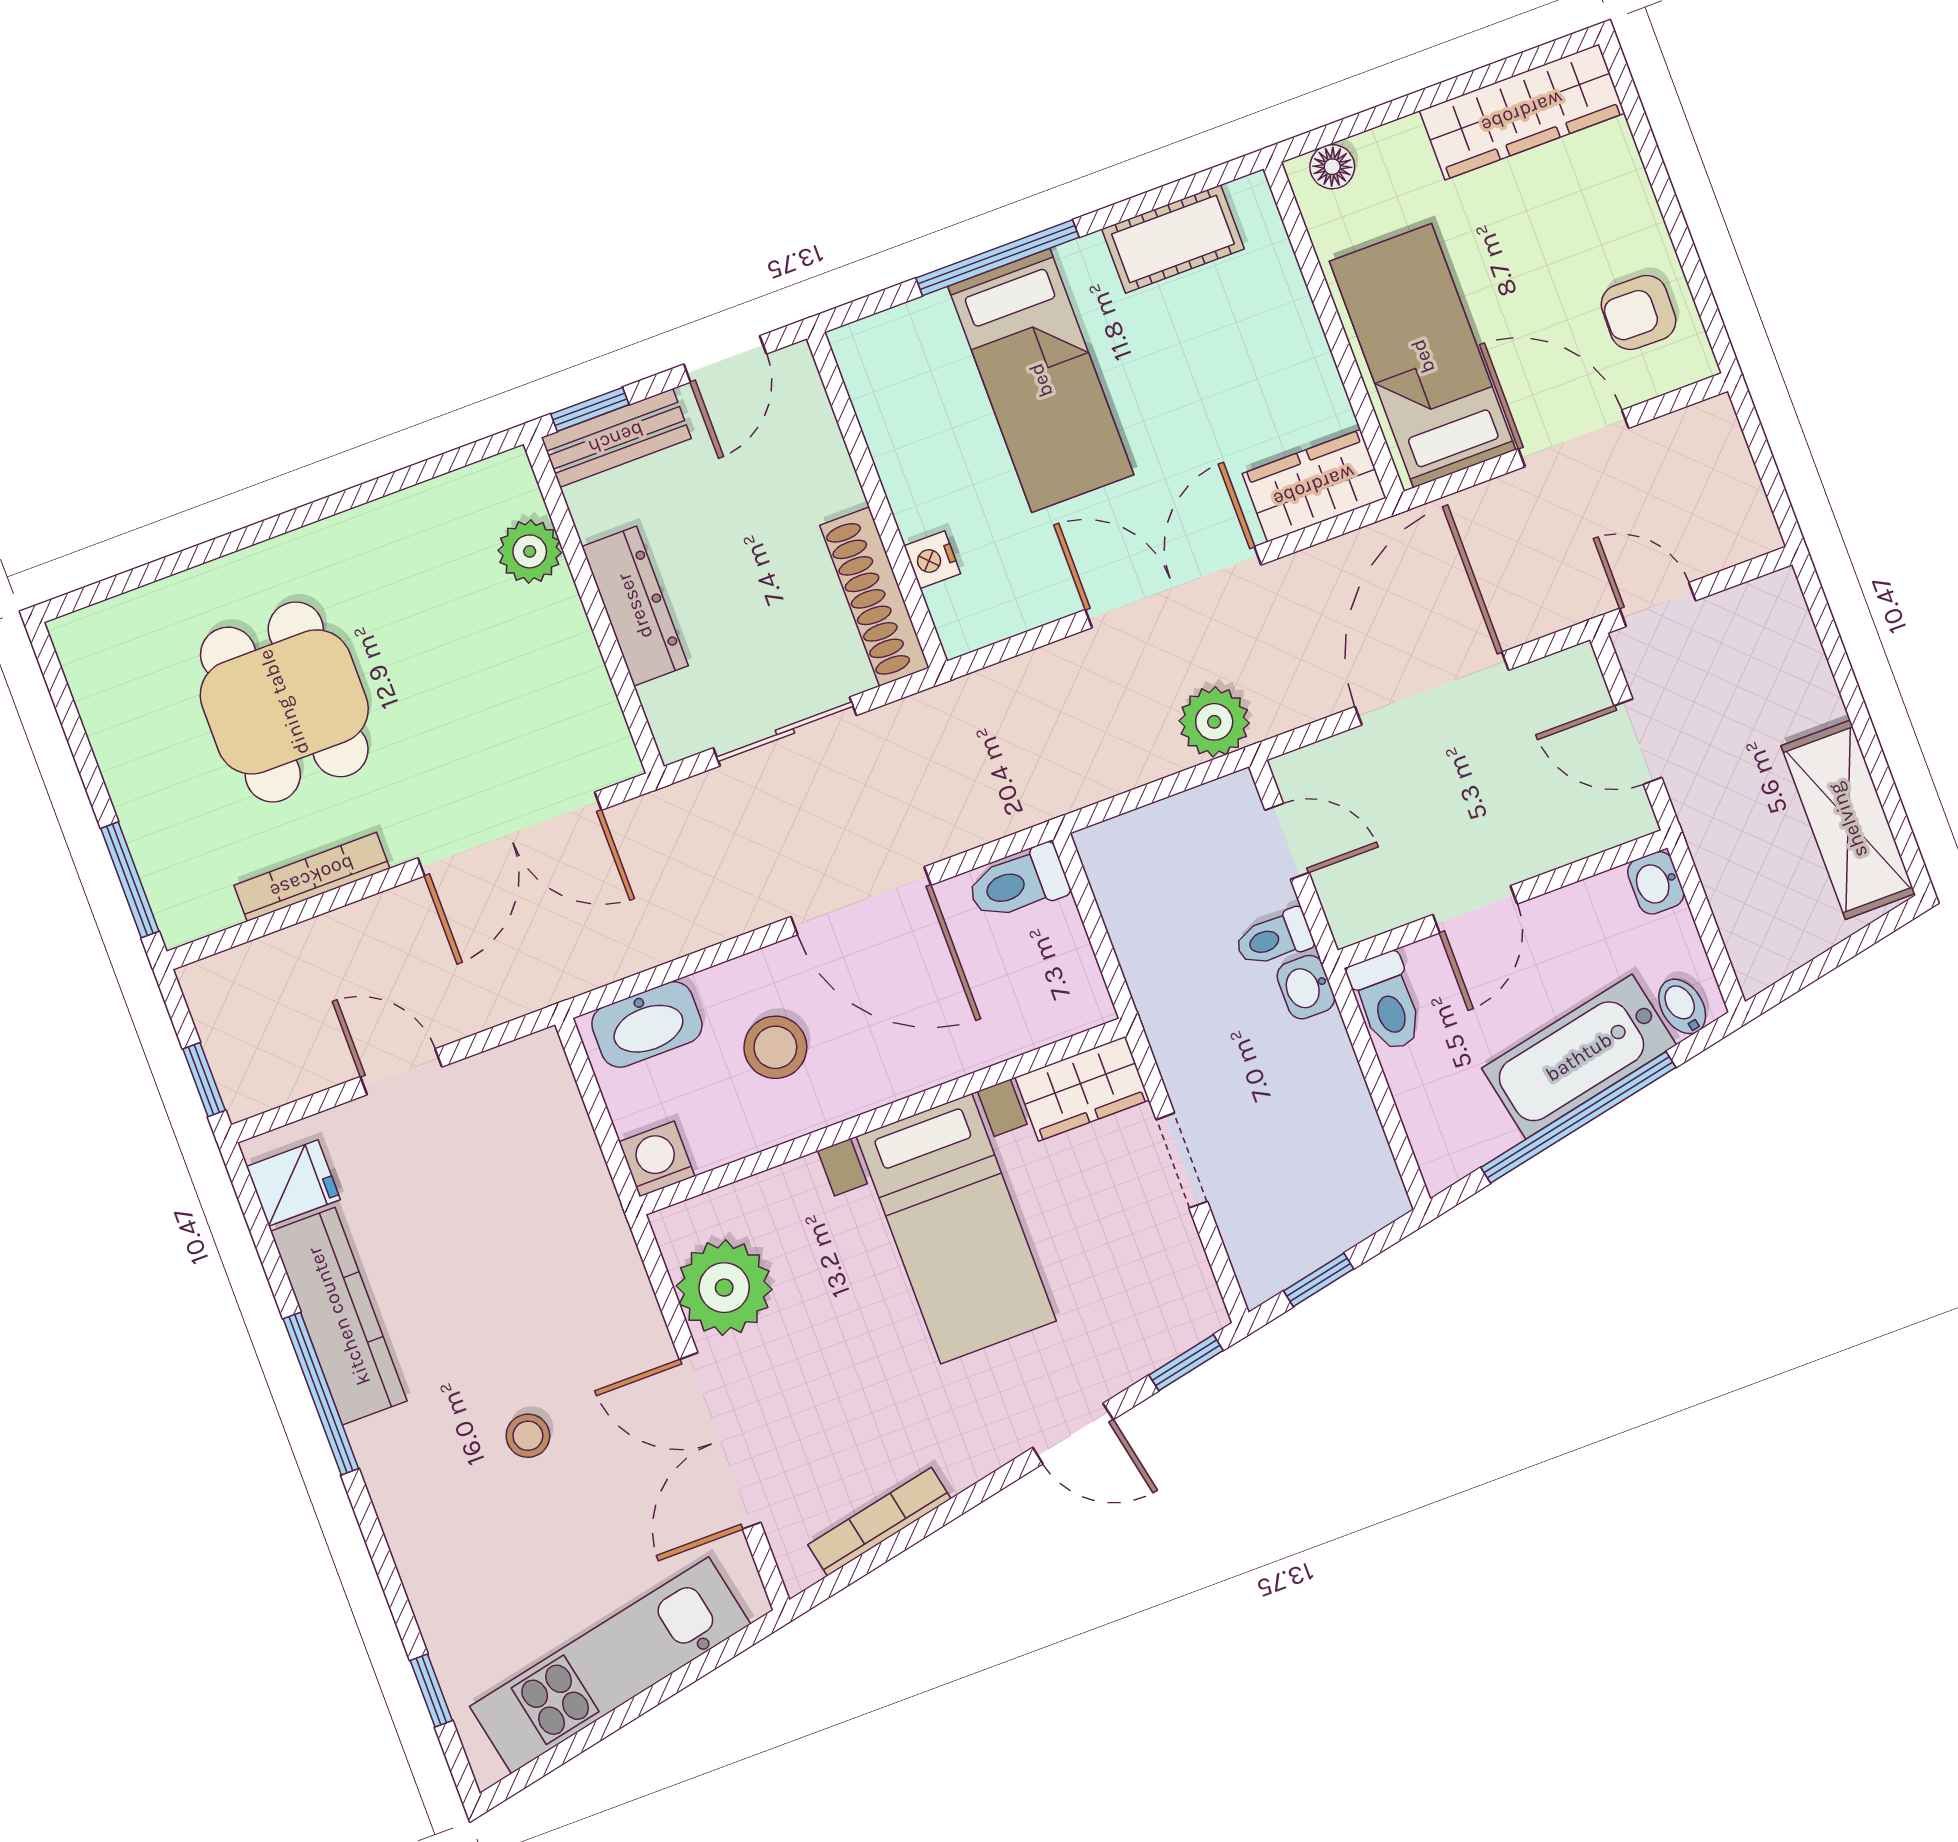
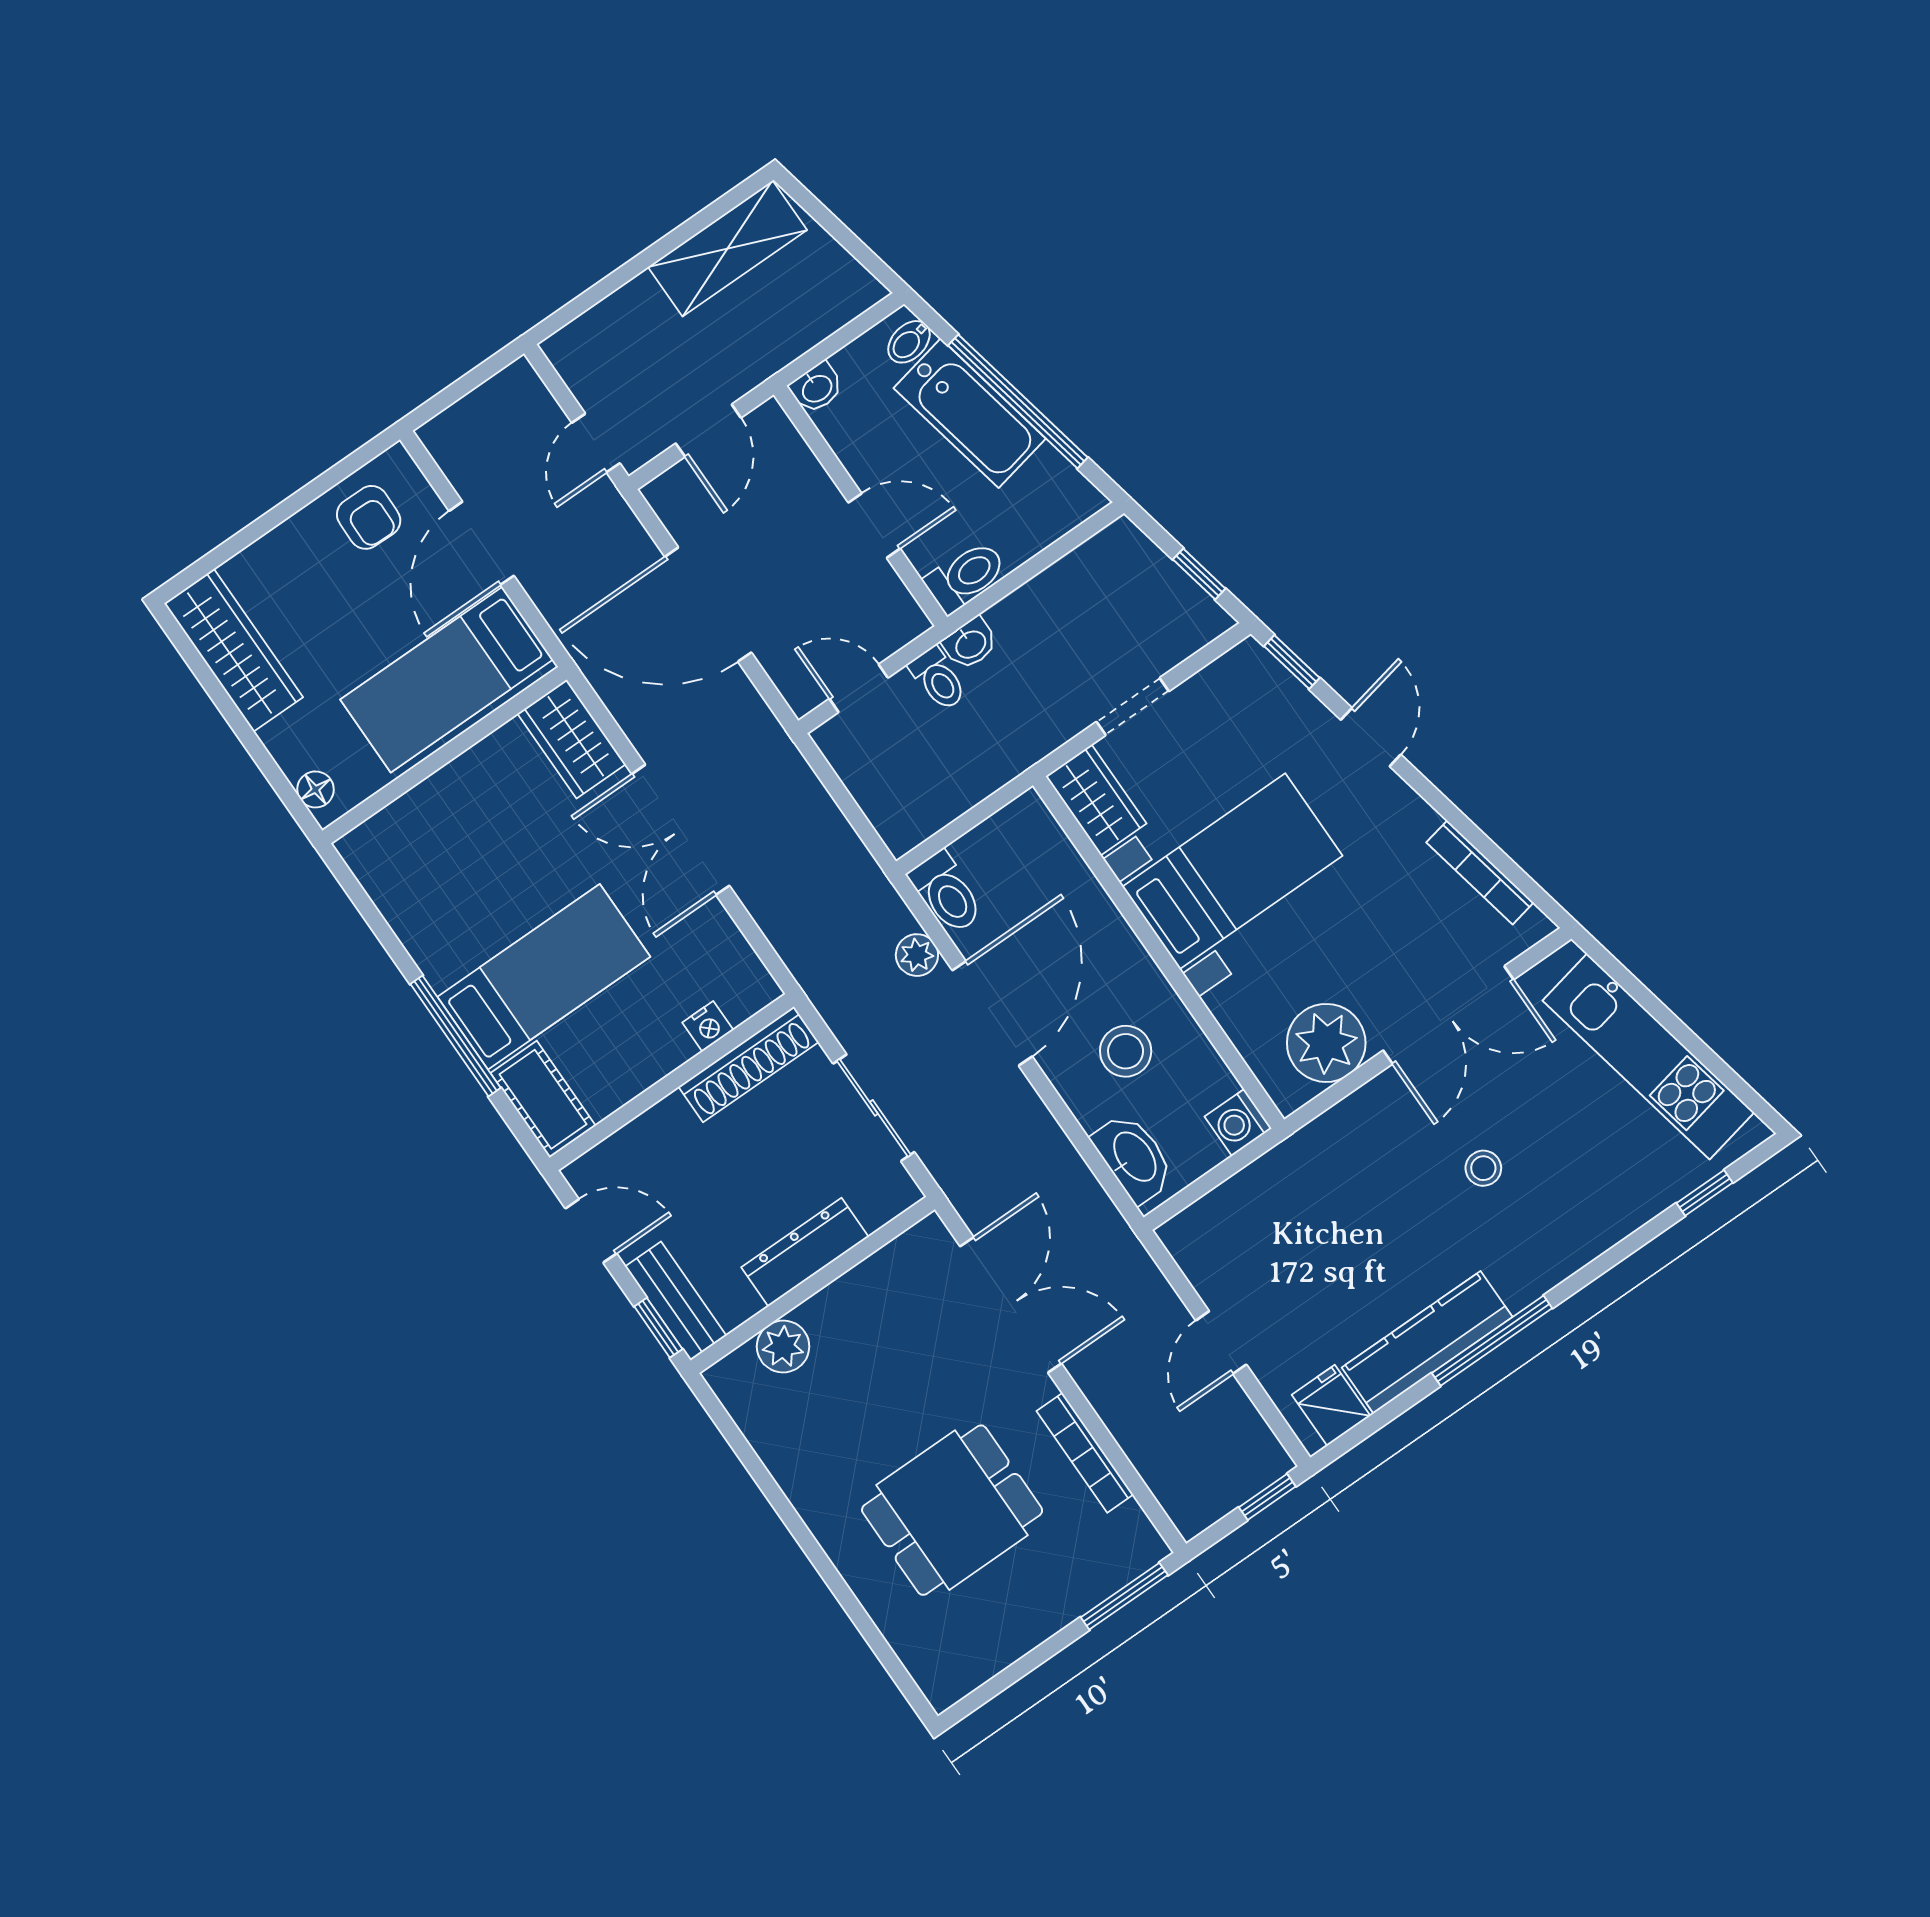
cot: (1173, 239) -> (543, 1099), moved
plant: (1214, 722) -> (917, 955), moved, width x0.73, depth x0.73
door: (1287, 841) -> (859, 688), hinge flipped

